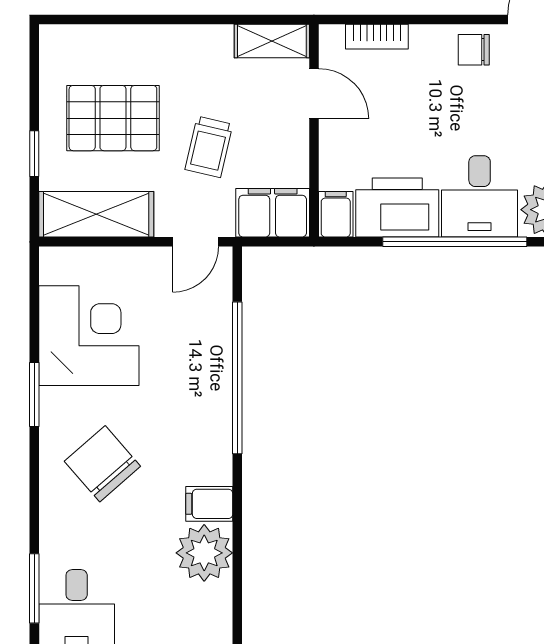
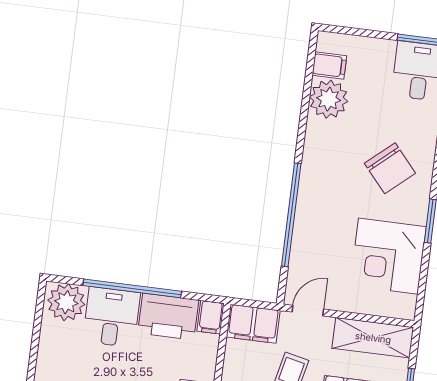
filing cabinet: (209, 504) -> (329, 65), moved

